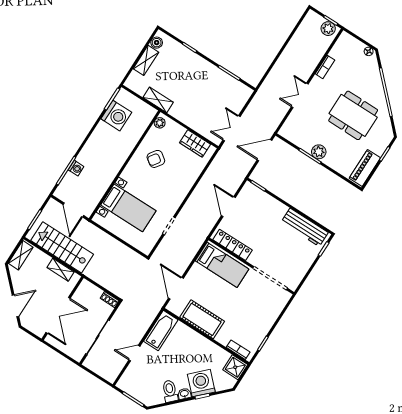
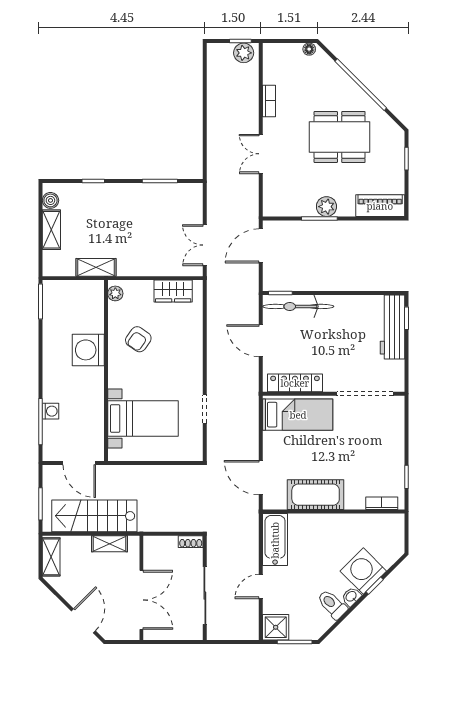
washing machine: (116, 116) -> (88, 350), moved, turned 180
piano: (365, 168) -> (380, 206), moved, turned 90
bicycle: (264, 201) -> (298, 306), added
workbench: (305, 227) -> (392, 327), moved, turned 90
shower: (235, 367) -> (276, 627), moved

